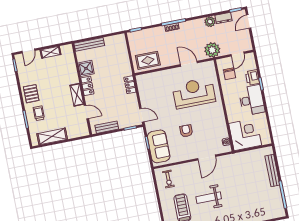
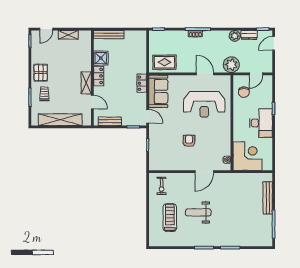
printer: (252, 77) -> (266, 100), removed
reception desk: (194, 93) -> (204, 104), turned 180
shelving: (52, 136) -> (60, 120), width x1.47
sofa: (159, 146) -> (158, 91), moved

